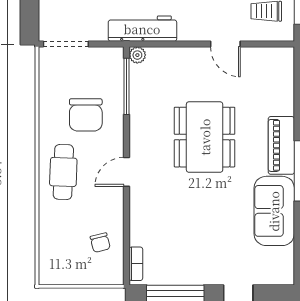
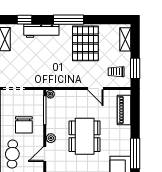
workbench: (142, 29) -> (53, 81), removed
plant: (139, 141) -> (51, 138), added
piano: (281, 145) -> (124, 110), moved

